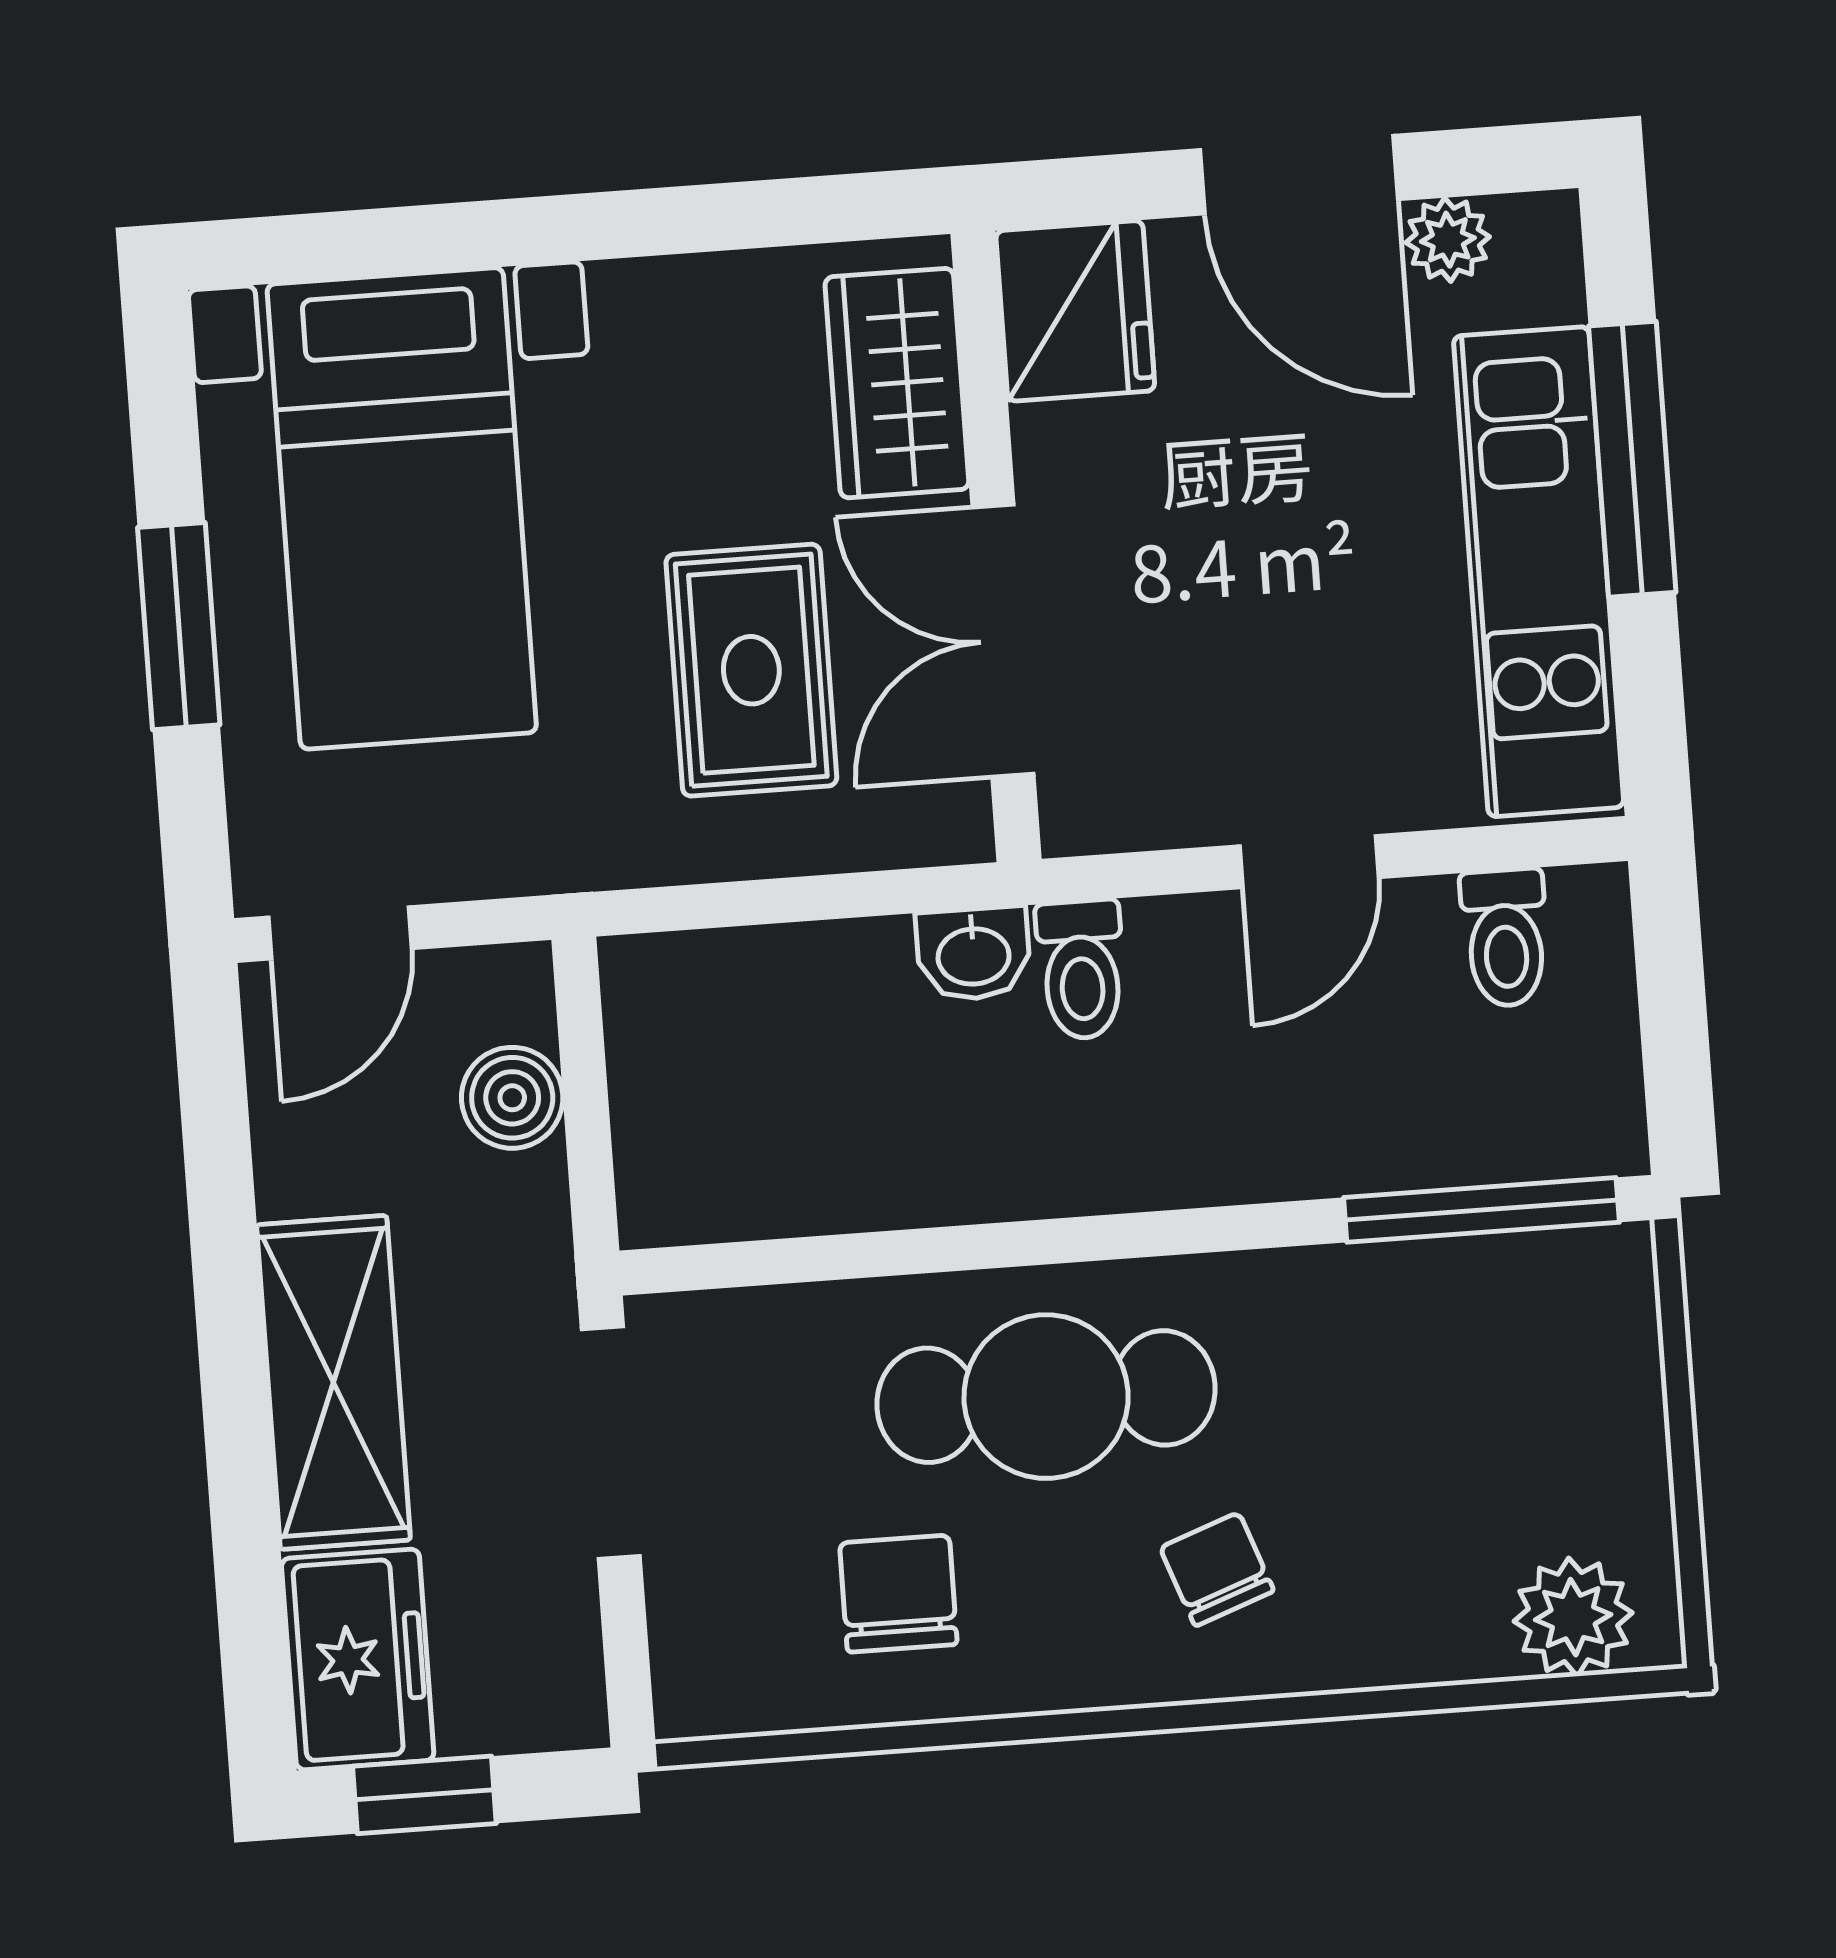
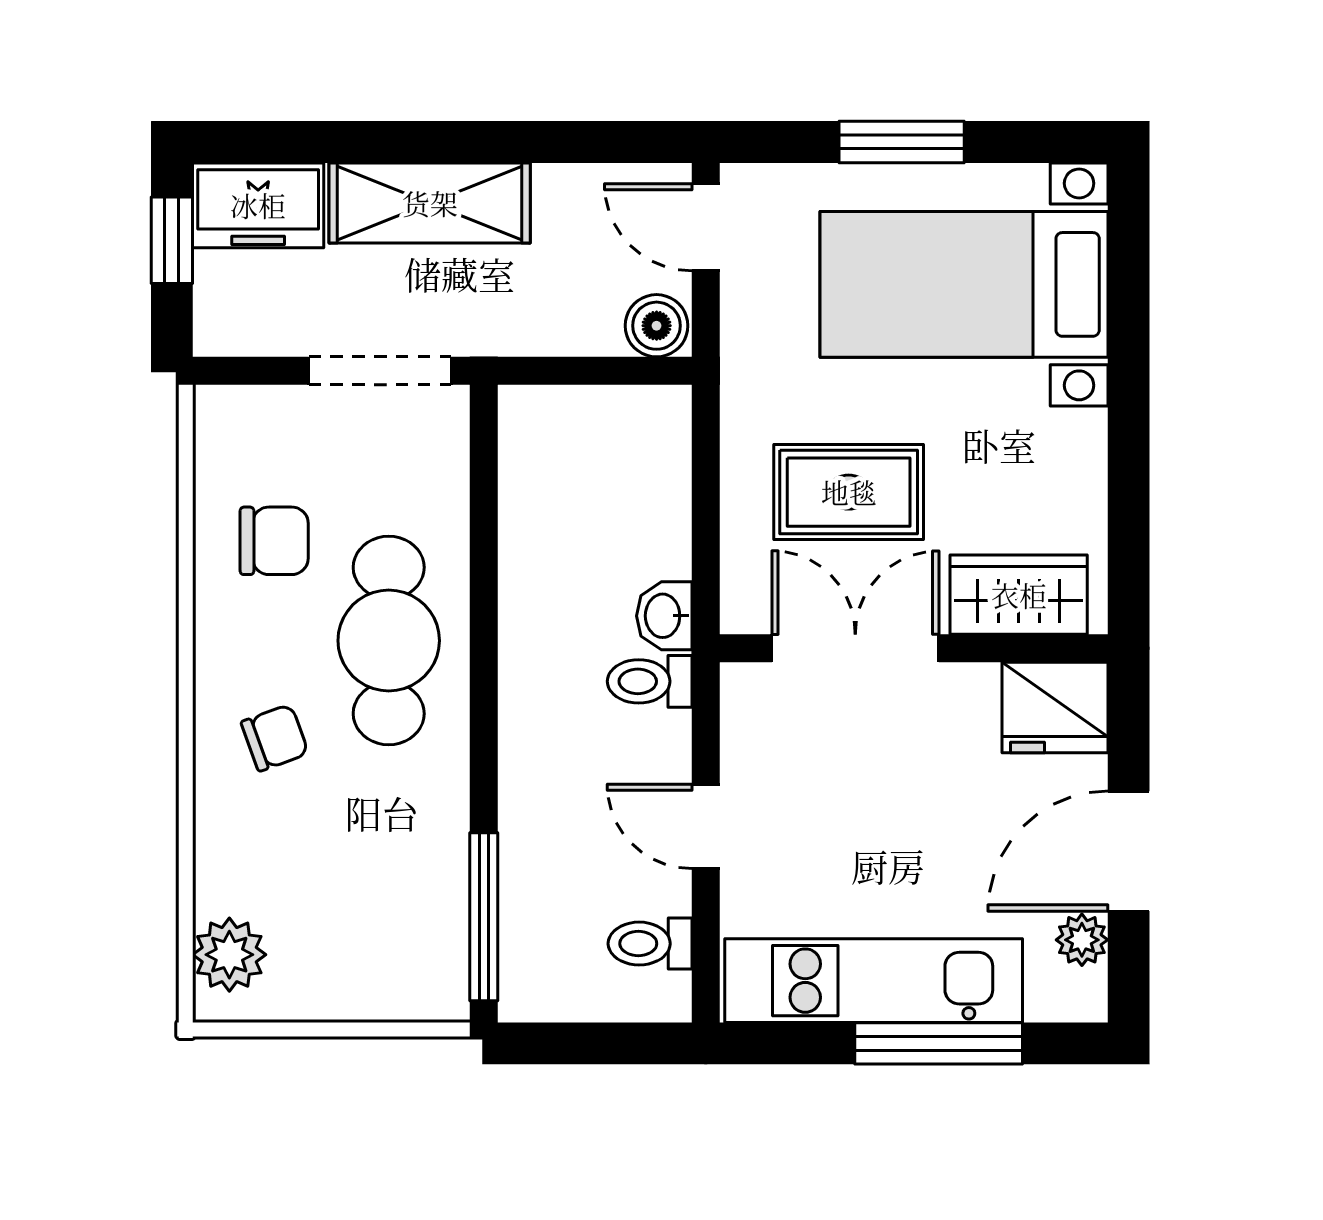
boiler: (512, 1098) -> (657, 326), moved

